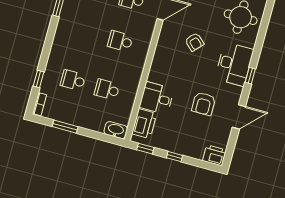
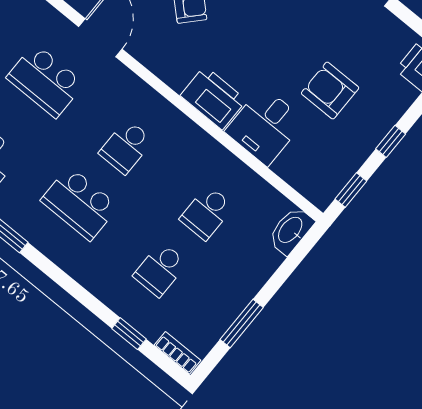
school desk: (86, 32) -> (80, 203), added
armchair: (204, 104) -> (330, 91), moved, turned 180
printer: (144, 124) -> (213, 98), moved

